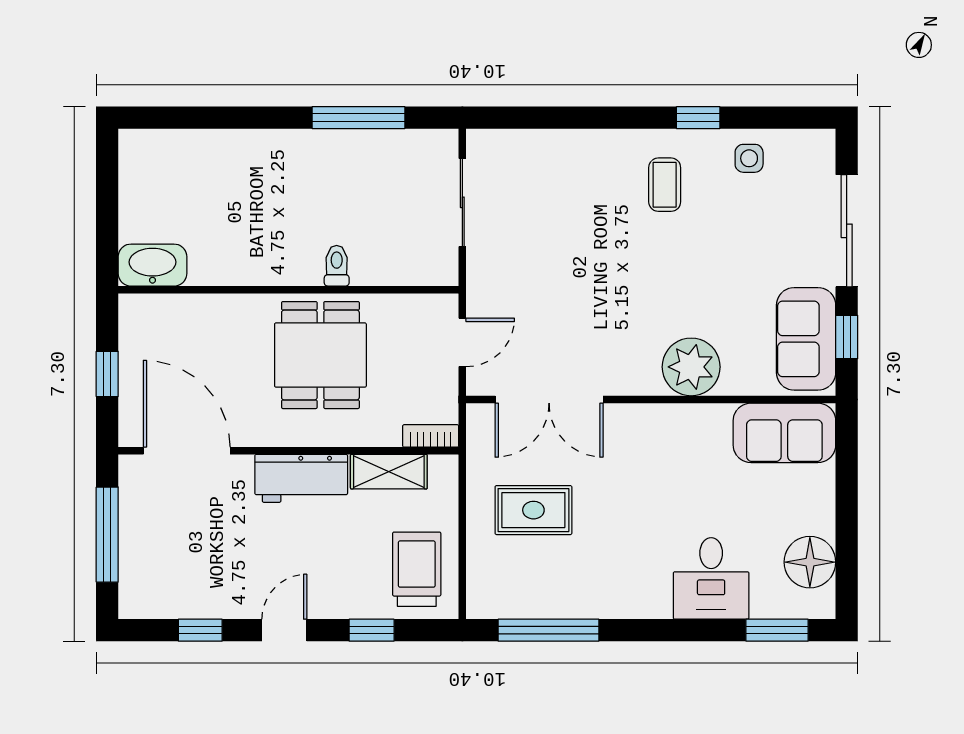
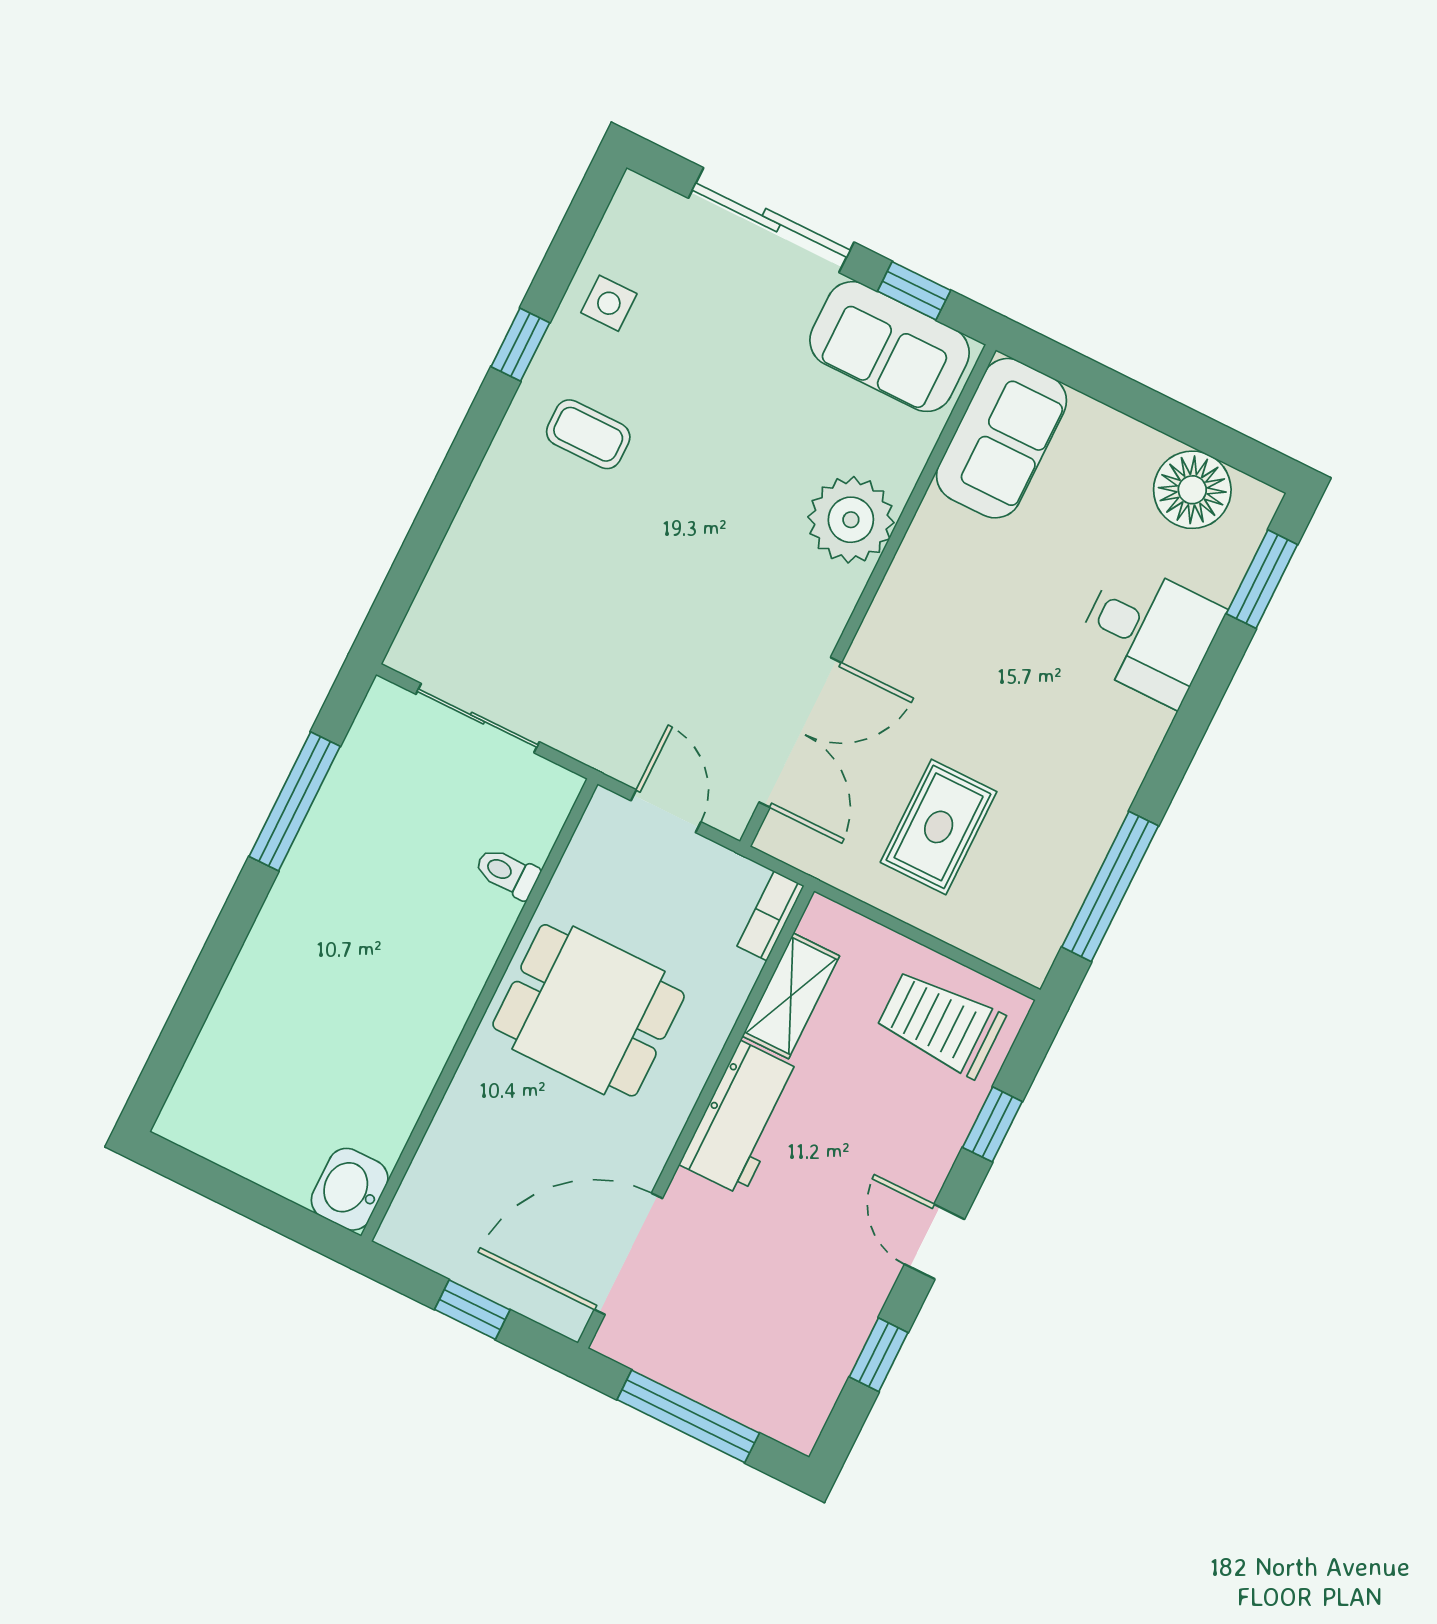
washbasin: (152, 265) -> (350, 1189), width x0.72
toilet: (337, 266) -> (507, 873), moved

